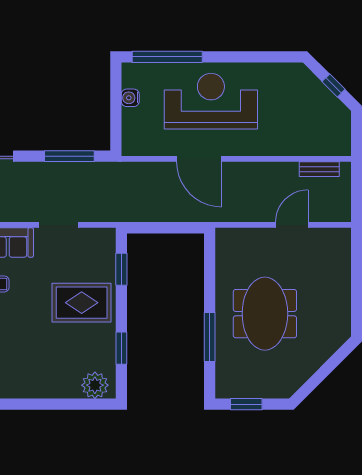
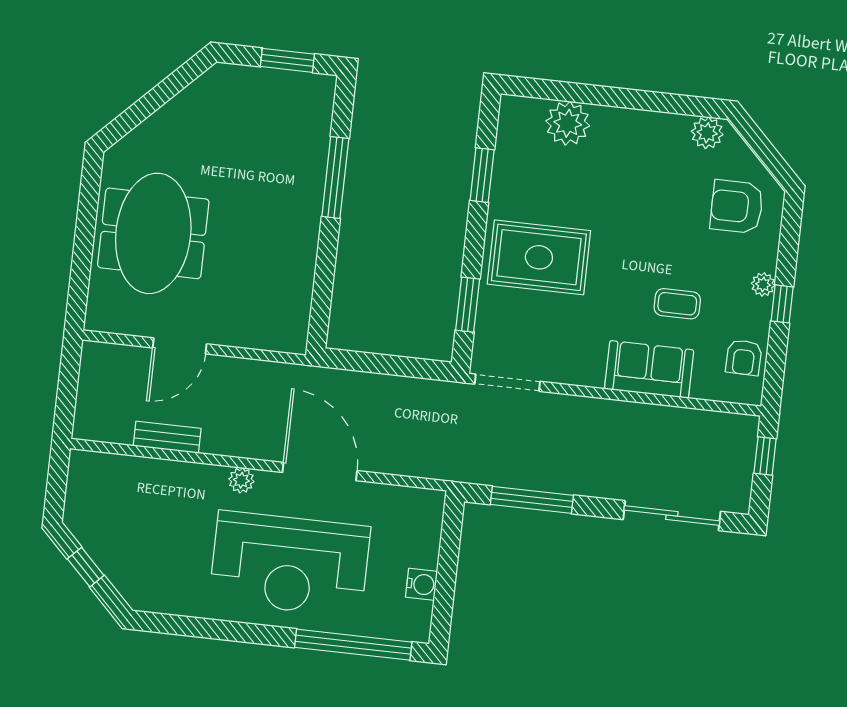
plant: (246, 148) -> (241, 480), added
bench: (319, 169) -> (167, 437), moved
doorway: (58, 225) -> (507, 383), moved
meeting table: (265, 314) -> (153, 233), moved
plant: (95, 385) -> (568, 123), moved

